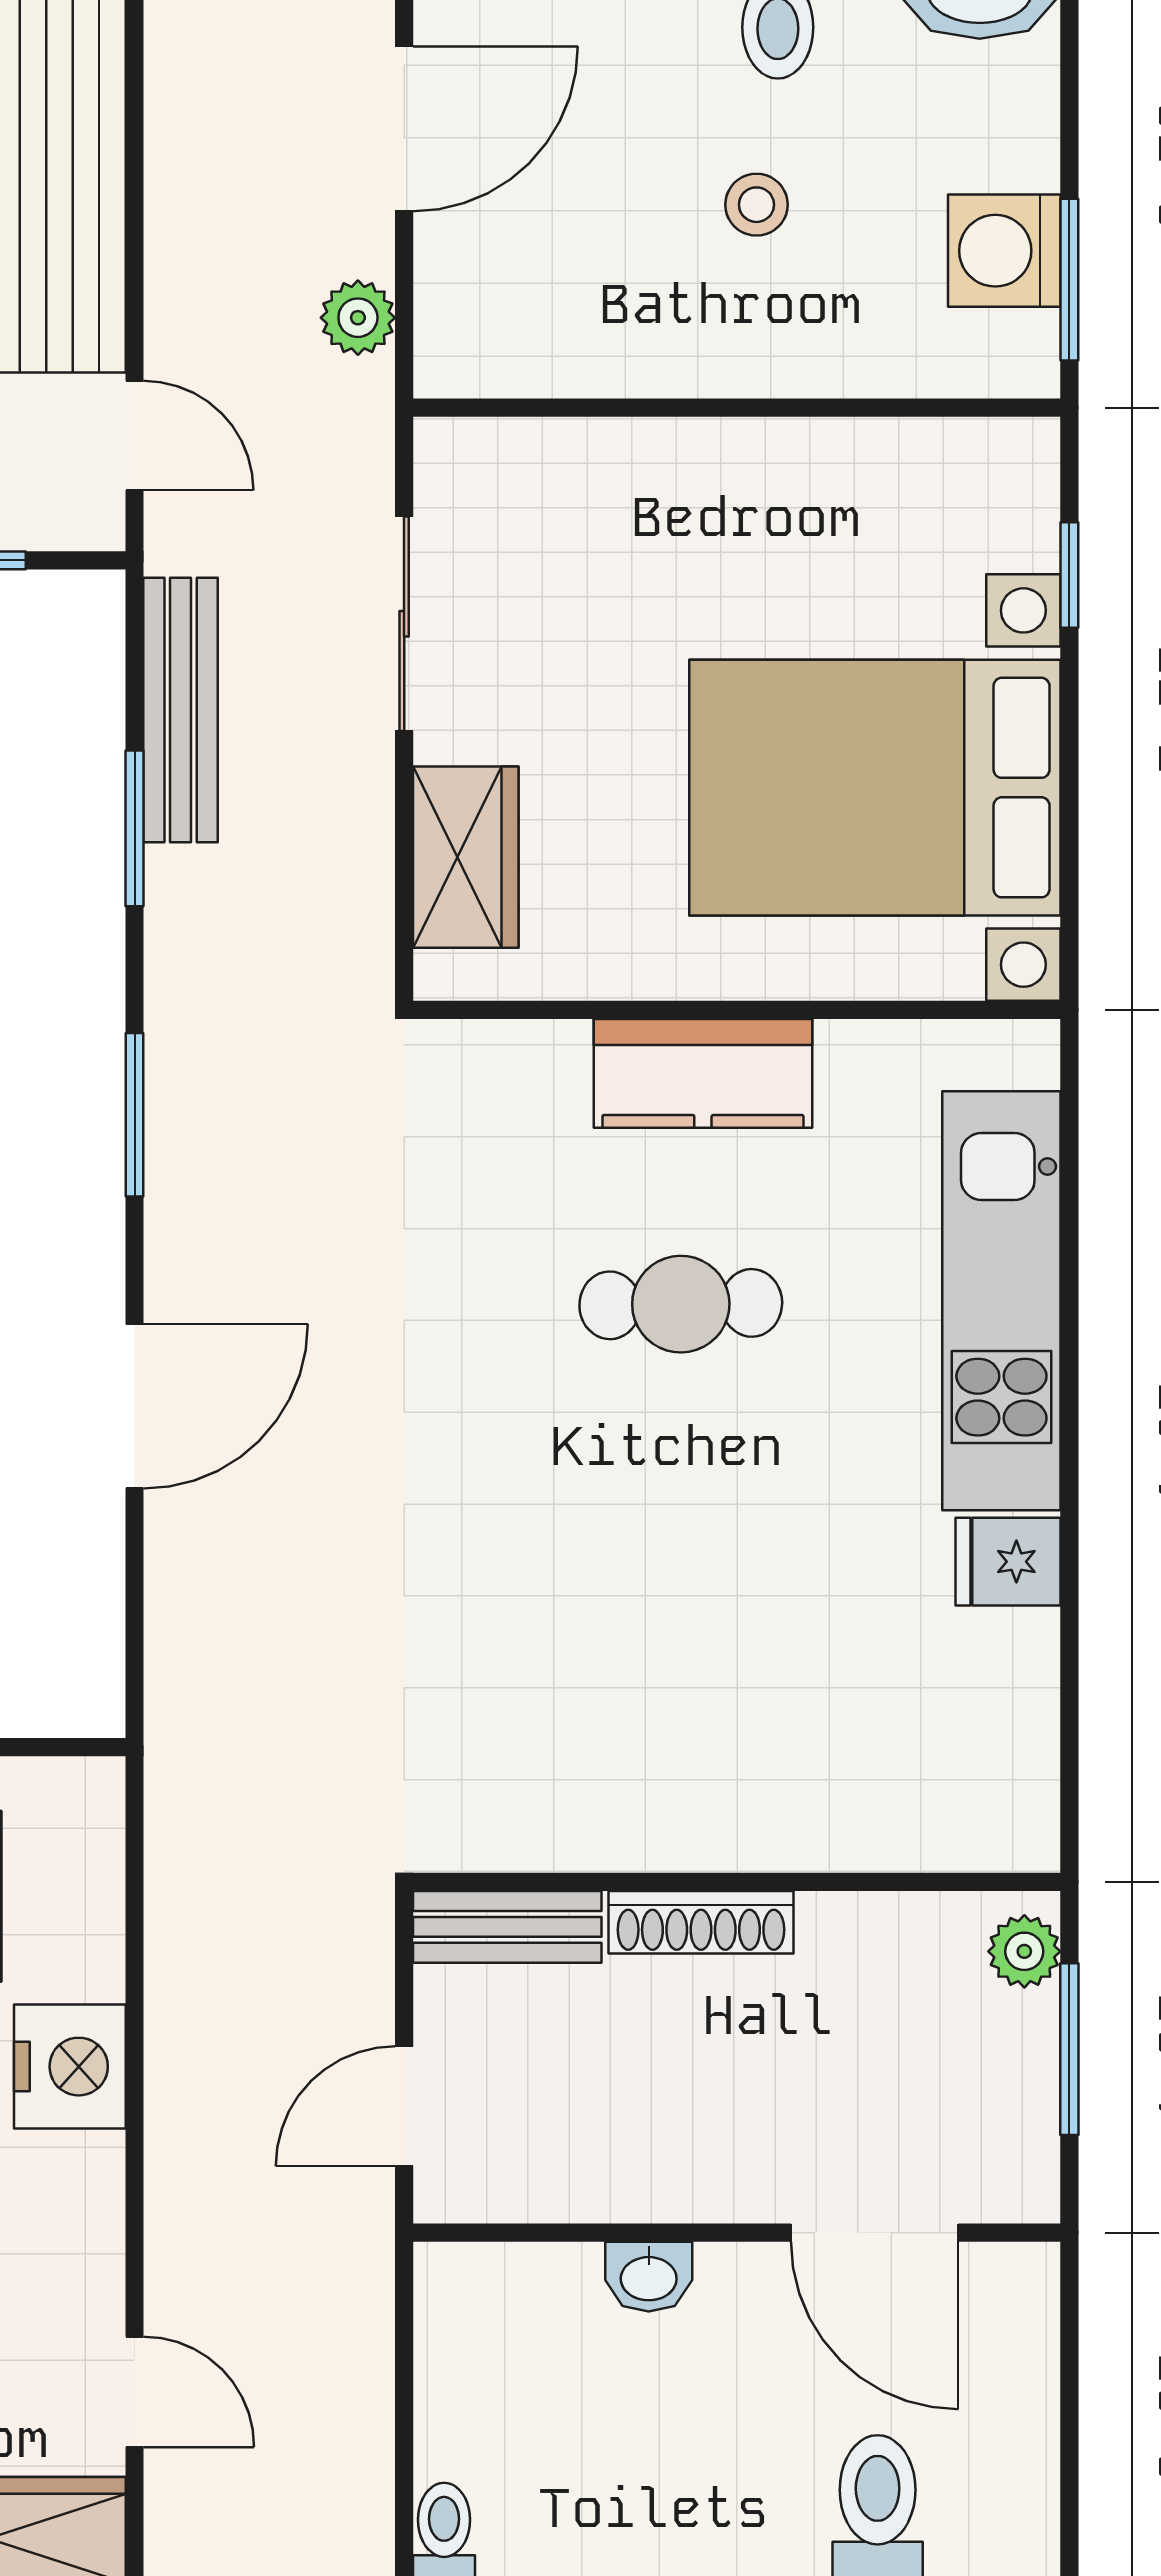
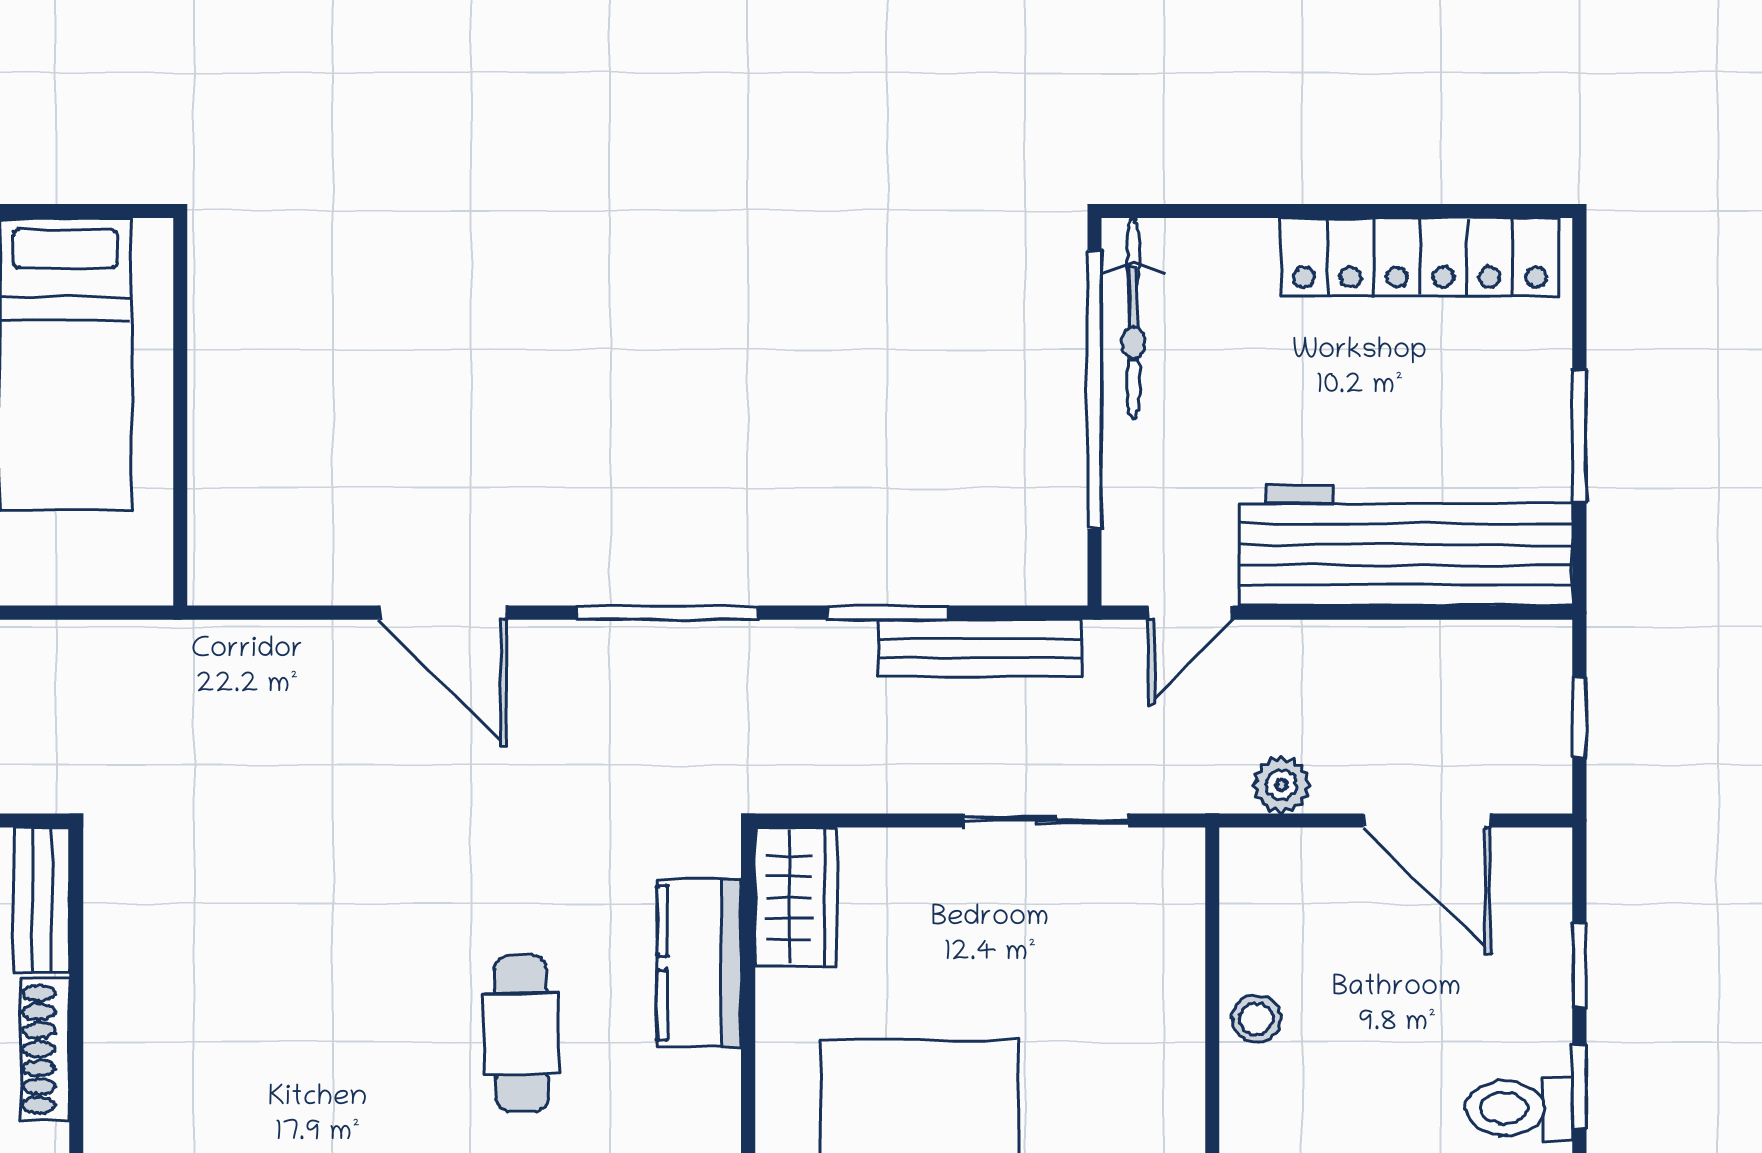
stool: (756, 205) -> (1256, 1019), moved
wardrobe: (466, 857) -> (796, 897), moved, turned -90
kitchen counter: (703, 1073) -> (699, 963), moved
window: (135, 1115) -> (667, 613), width x1.44

